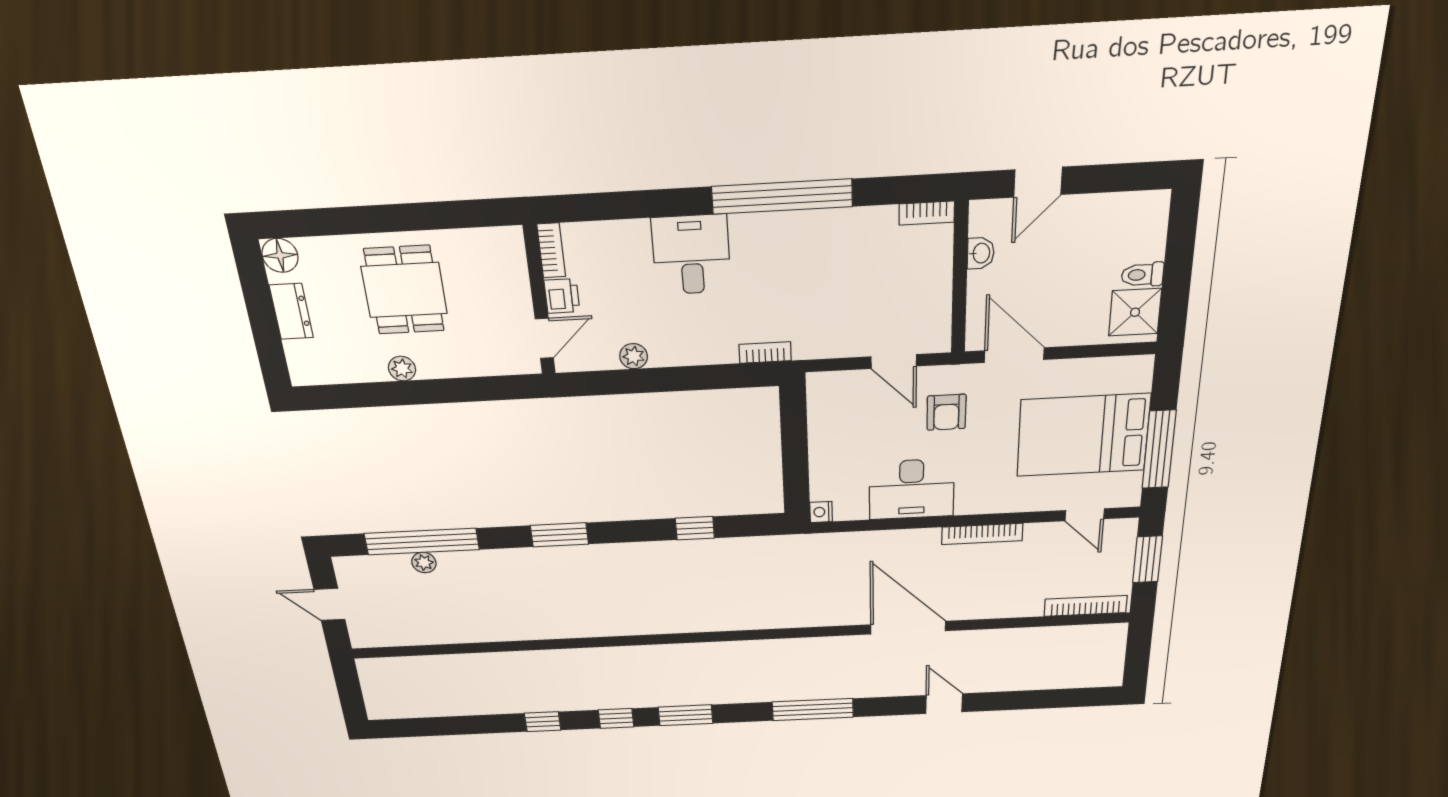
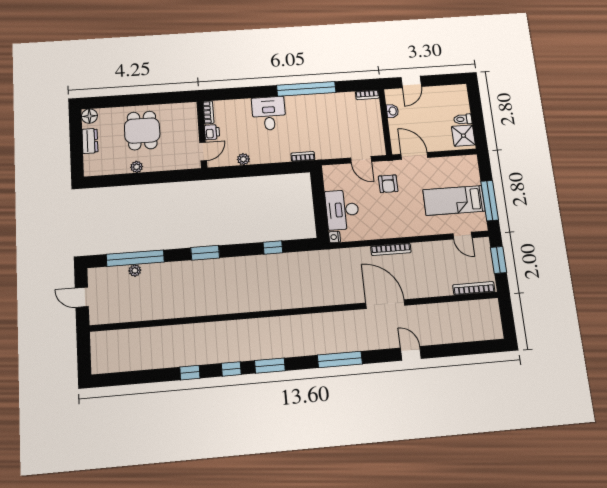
bed: (1083, 435) -> (454, 200), width x0.67
desk: (912, 489) -> (342, 210), moved, turned 90
bookcase: (982, 534) -> (391, 249), moved

